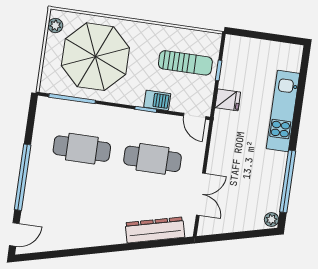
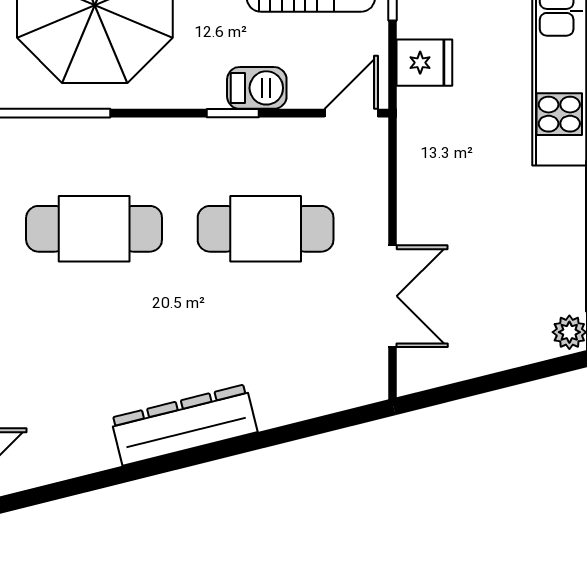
door: (195, 116) -> (351, 113), swing flipped
dresser: (155, 230) -> (184, 425), moved

